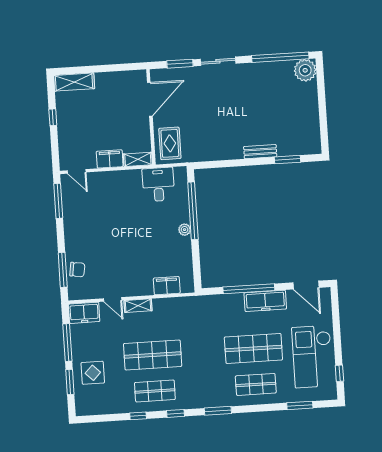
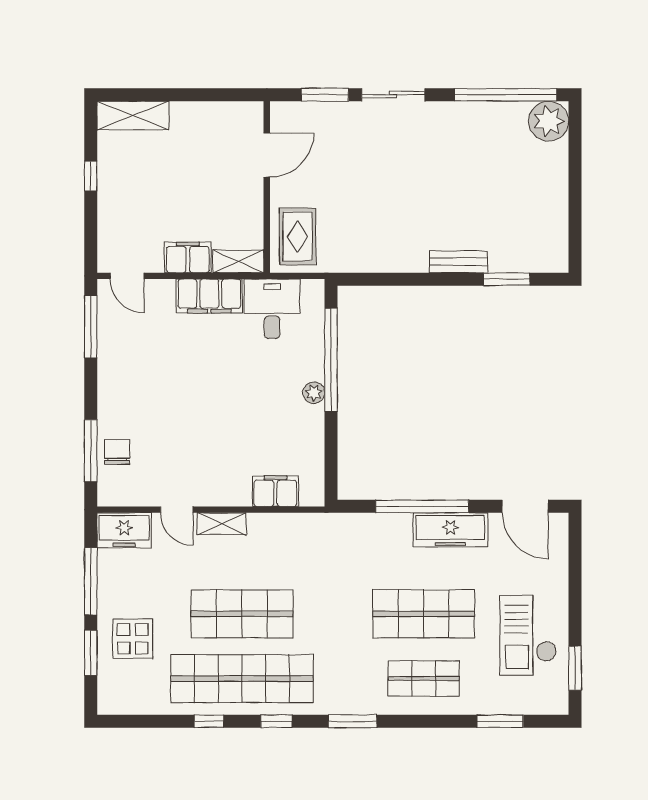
door: (150, 99) -> (267, 155), width x0.73
filing cabinet: (123, 180) -> (209, 296), added
chair: (77, 270) -> (117, 452), turned -98
checkout: (312, 357) -> (528, 635), width x0.73, depth x0.83
window: (339, 373) -> (575, 668), width x1.50
shop shelf: (155, 391) -> (242, 679), width x2.00, depth x1.36

